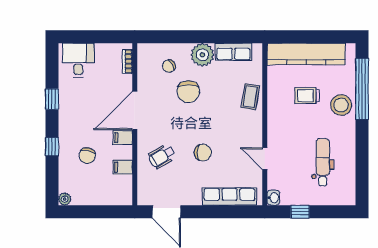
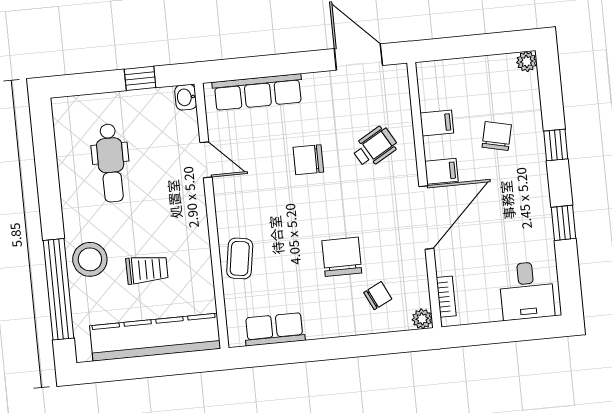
plant: (202, 55) -> (422, 319), moved, width x0.53, depth x0.53

